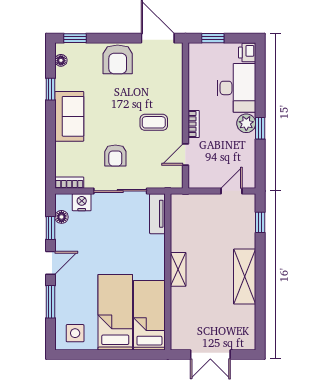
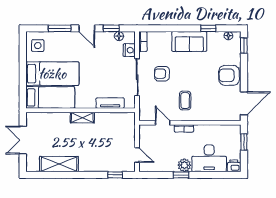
tv unit: (157, 214) -> (110, 103), moved
shelving: (245, 277) -> (59, 164), moved

